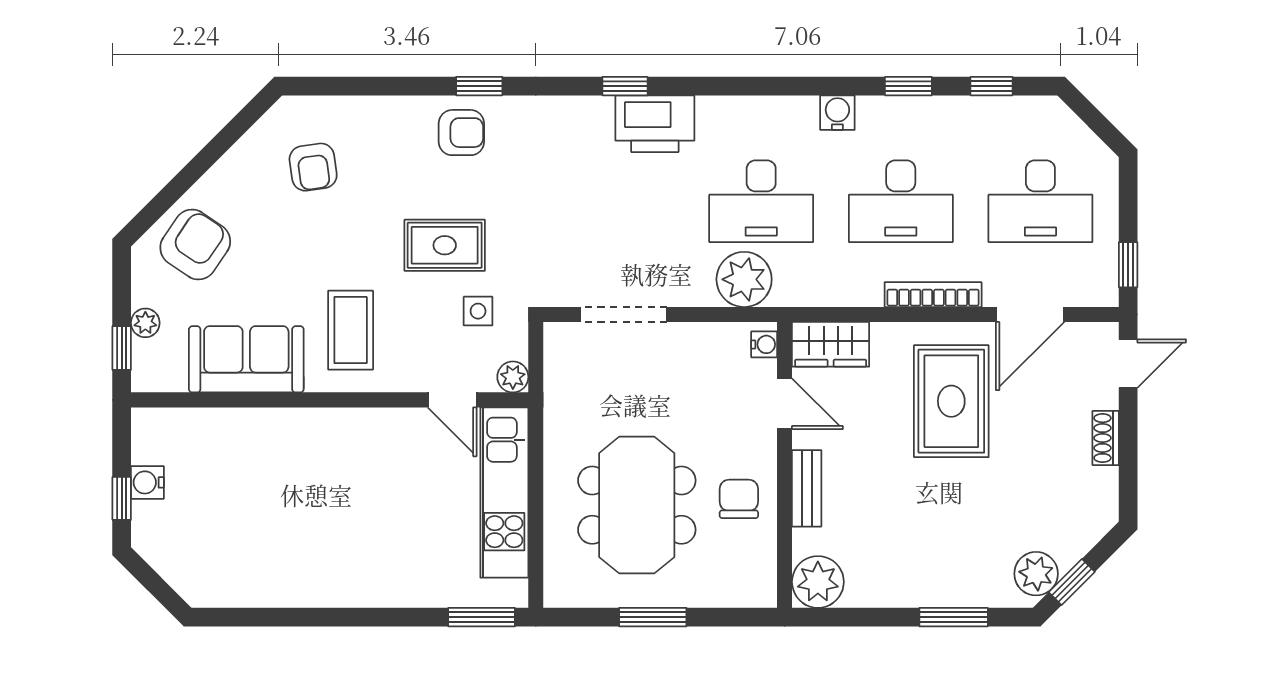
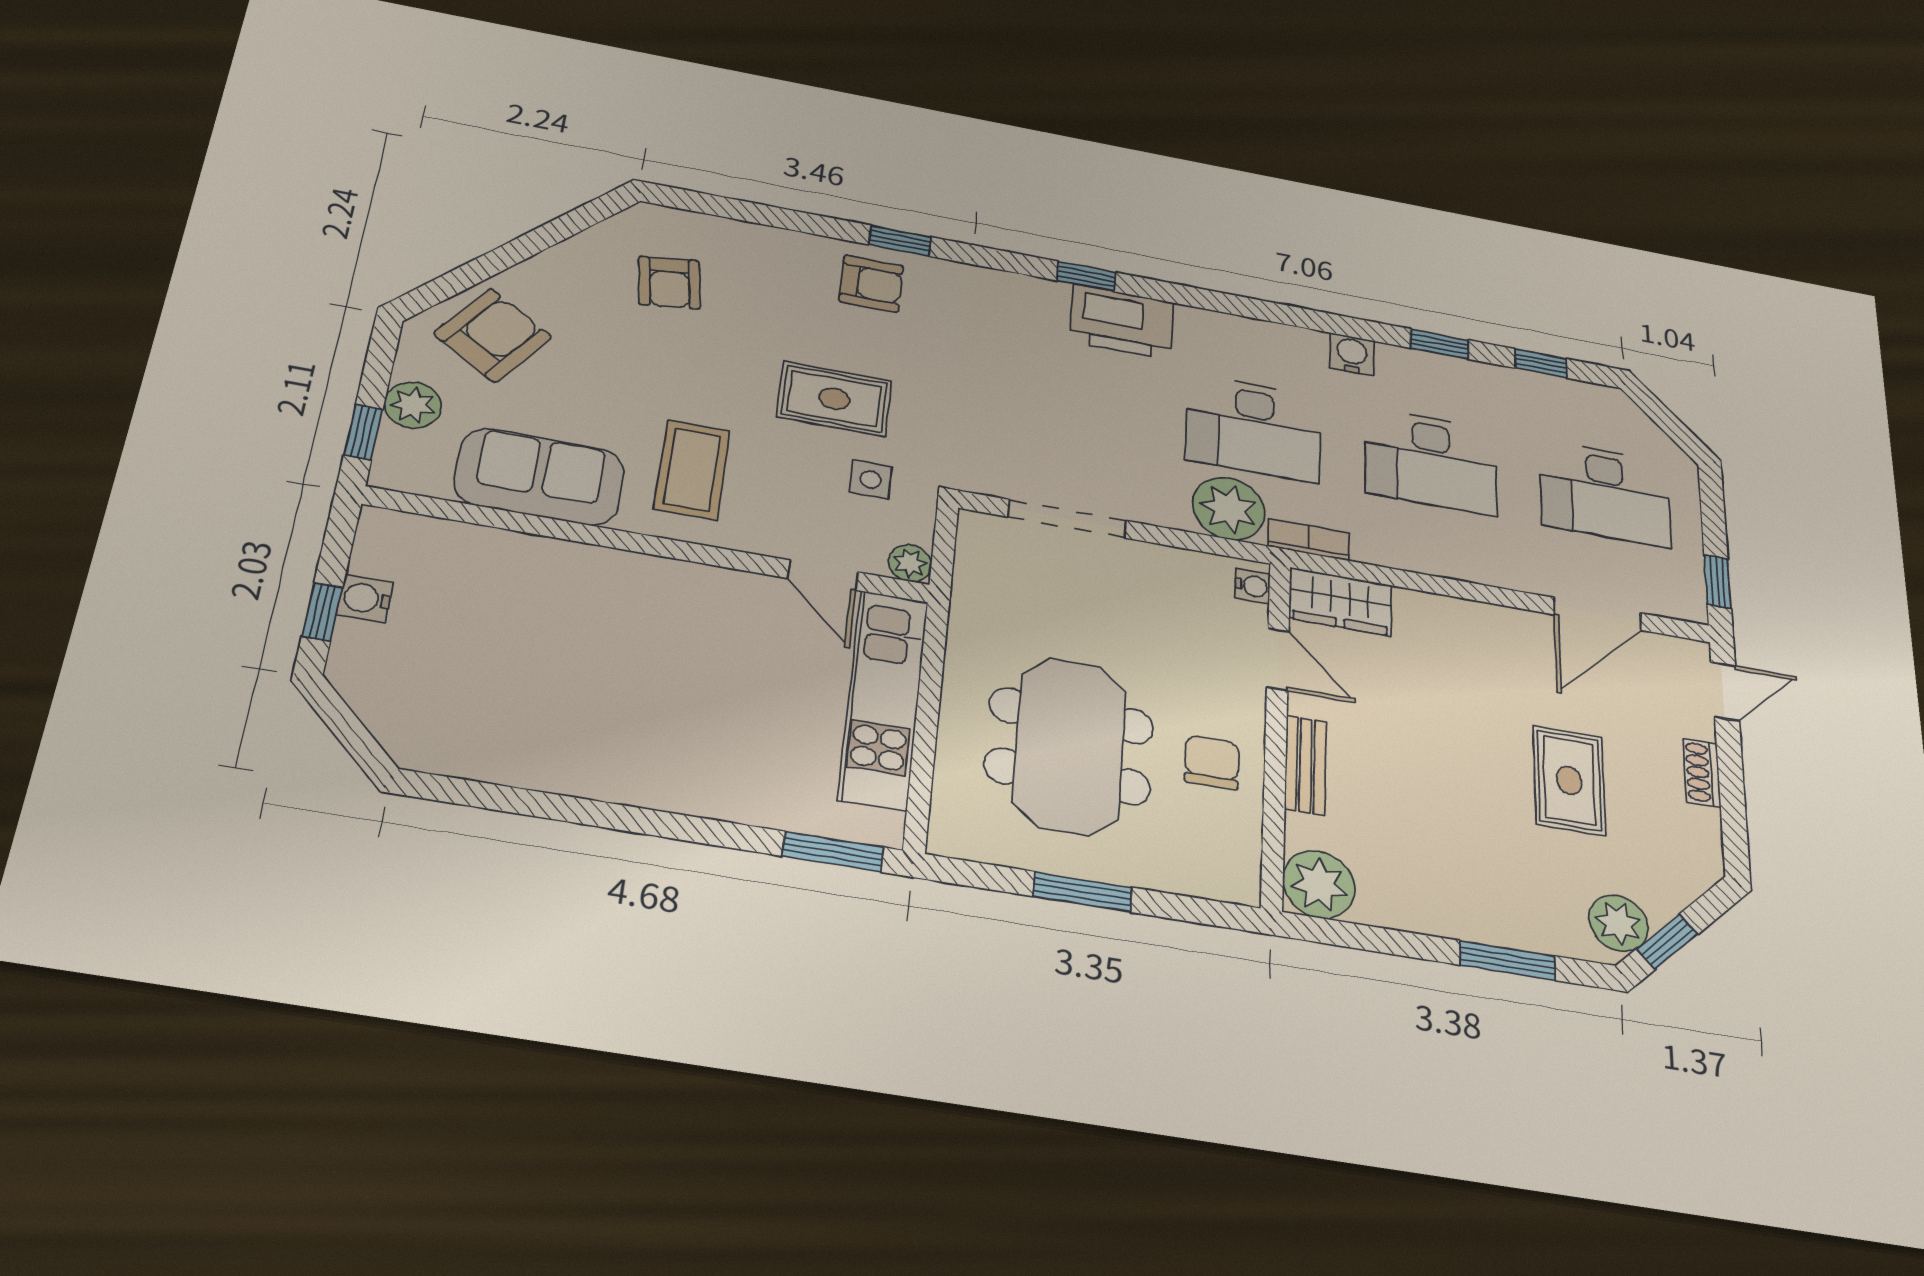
bookcase: (933, 295) -> (1309, 540), moved, width x0.64
plant: (145, 323) -> (413, 405), width x1.38, depth x1.38
rug: (951, 401) -> (1569, 780), moved, width x0.73, depth x0.70

